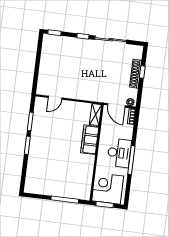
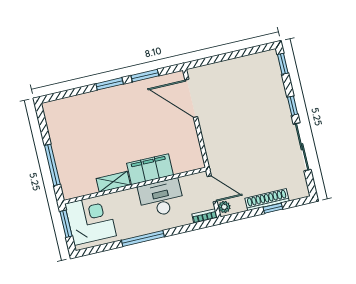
door: (55, 98) -> (191, 98), width x1.87
door: (116, 105) -> (212, 189), swing flipped
shelving: (95, 115) -> (113, 182), moved
desk: (119, 153) -> (161, 198), moved, turned 180

